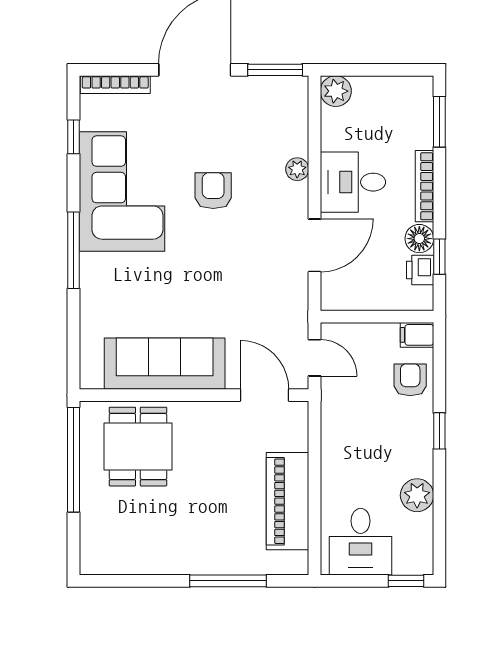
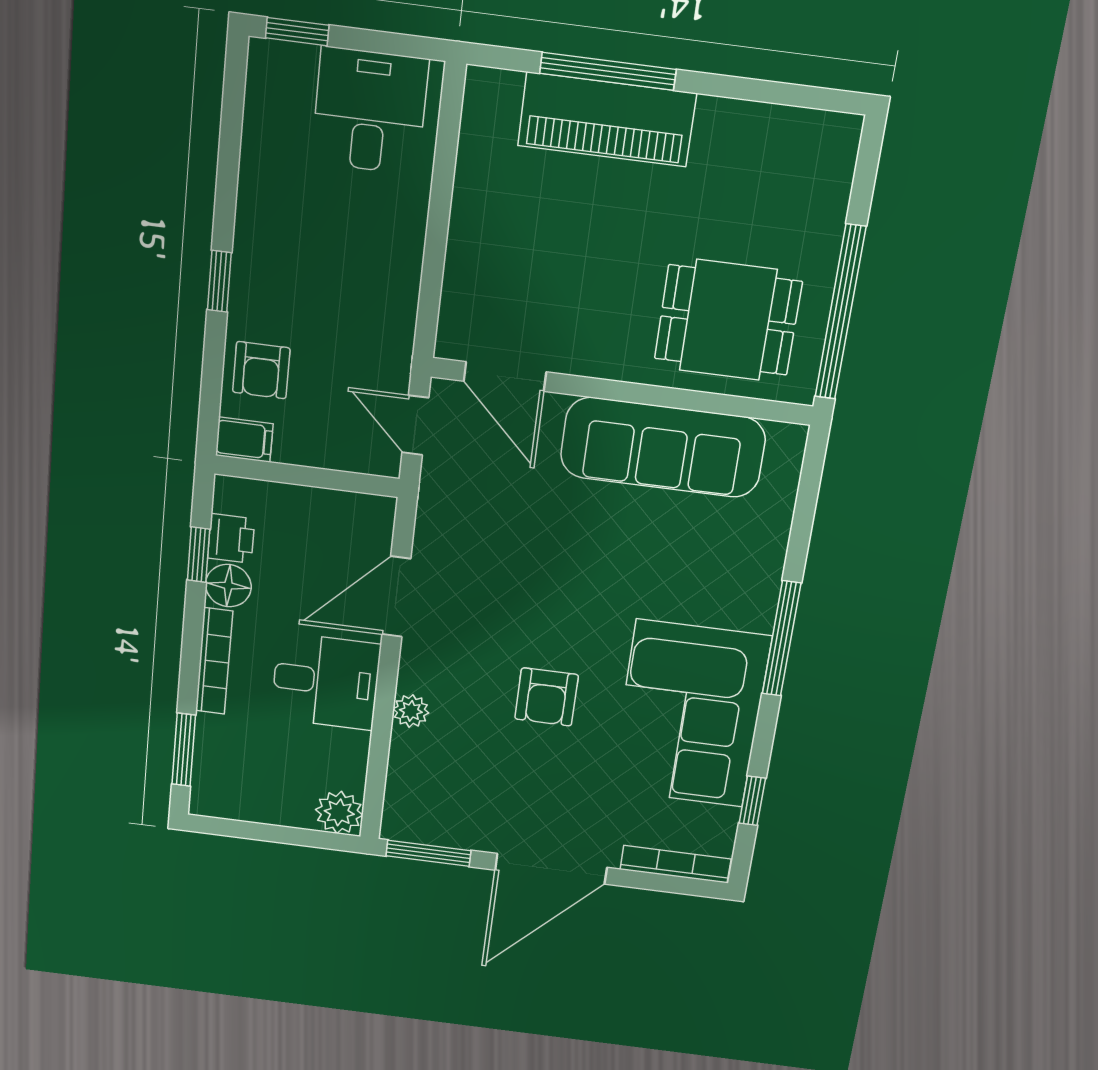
dining table: (138, 447) -> (728, 320), turned 90
plant: (417, 495) -> (266, 178), removed
piano: (288, 501) -> (607, 119), moved, turned 90

